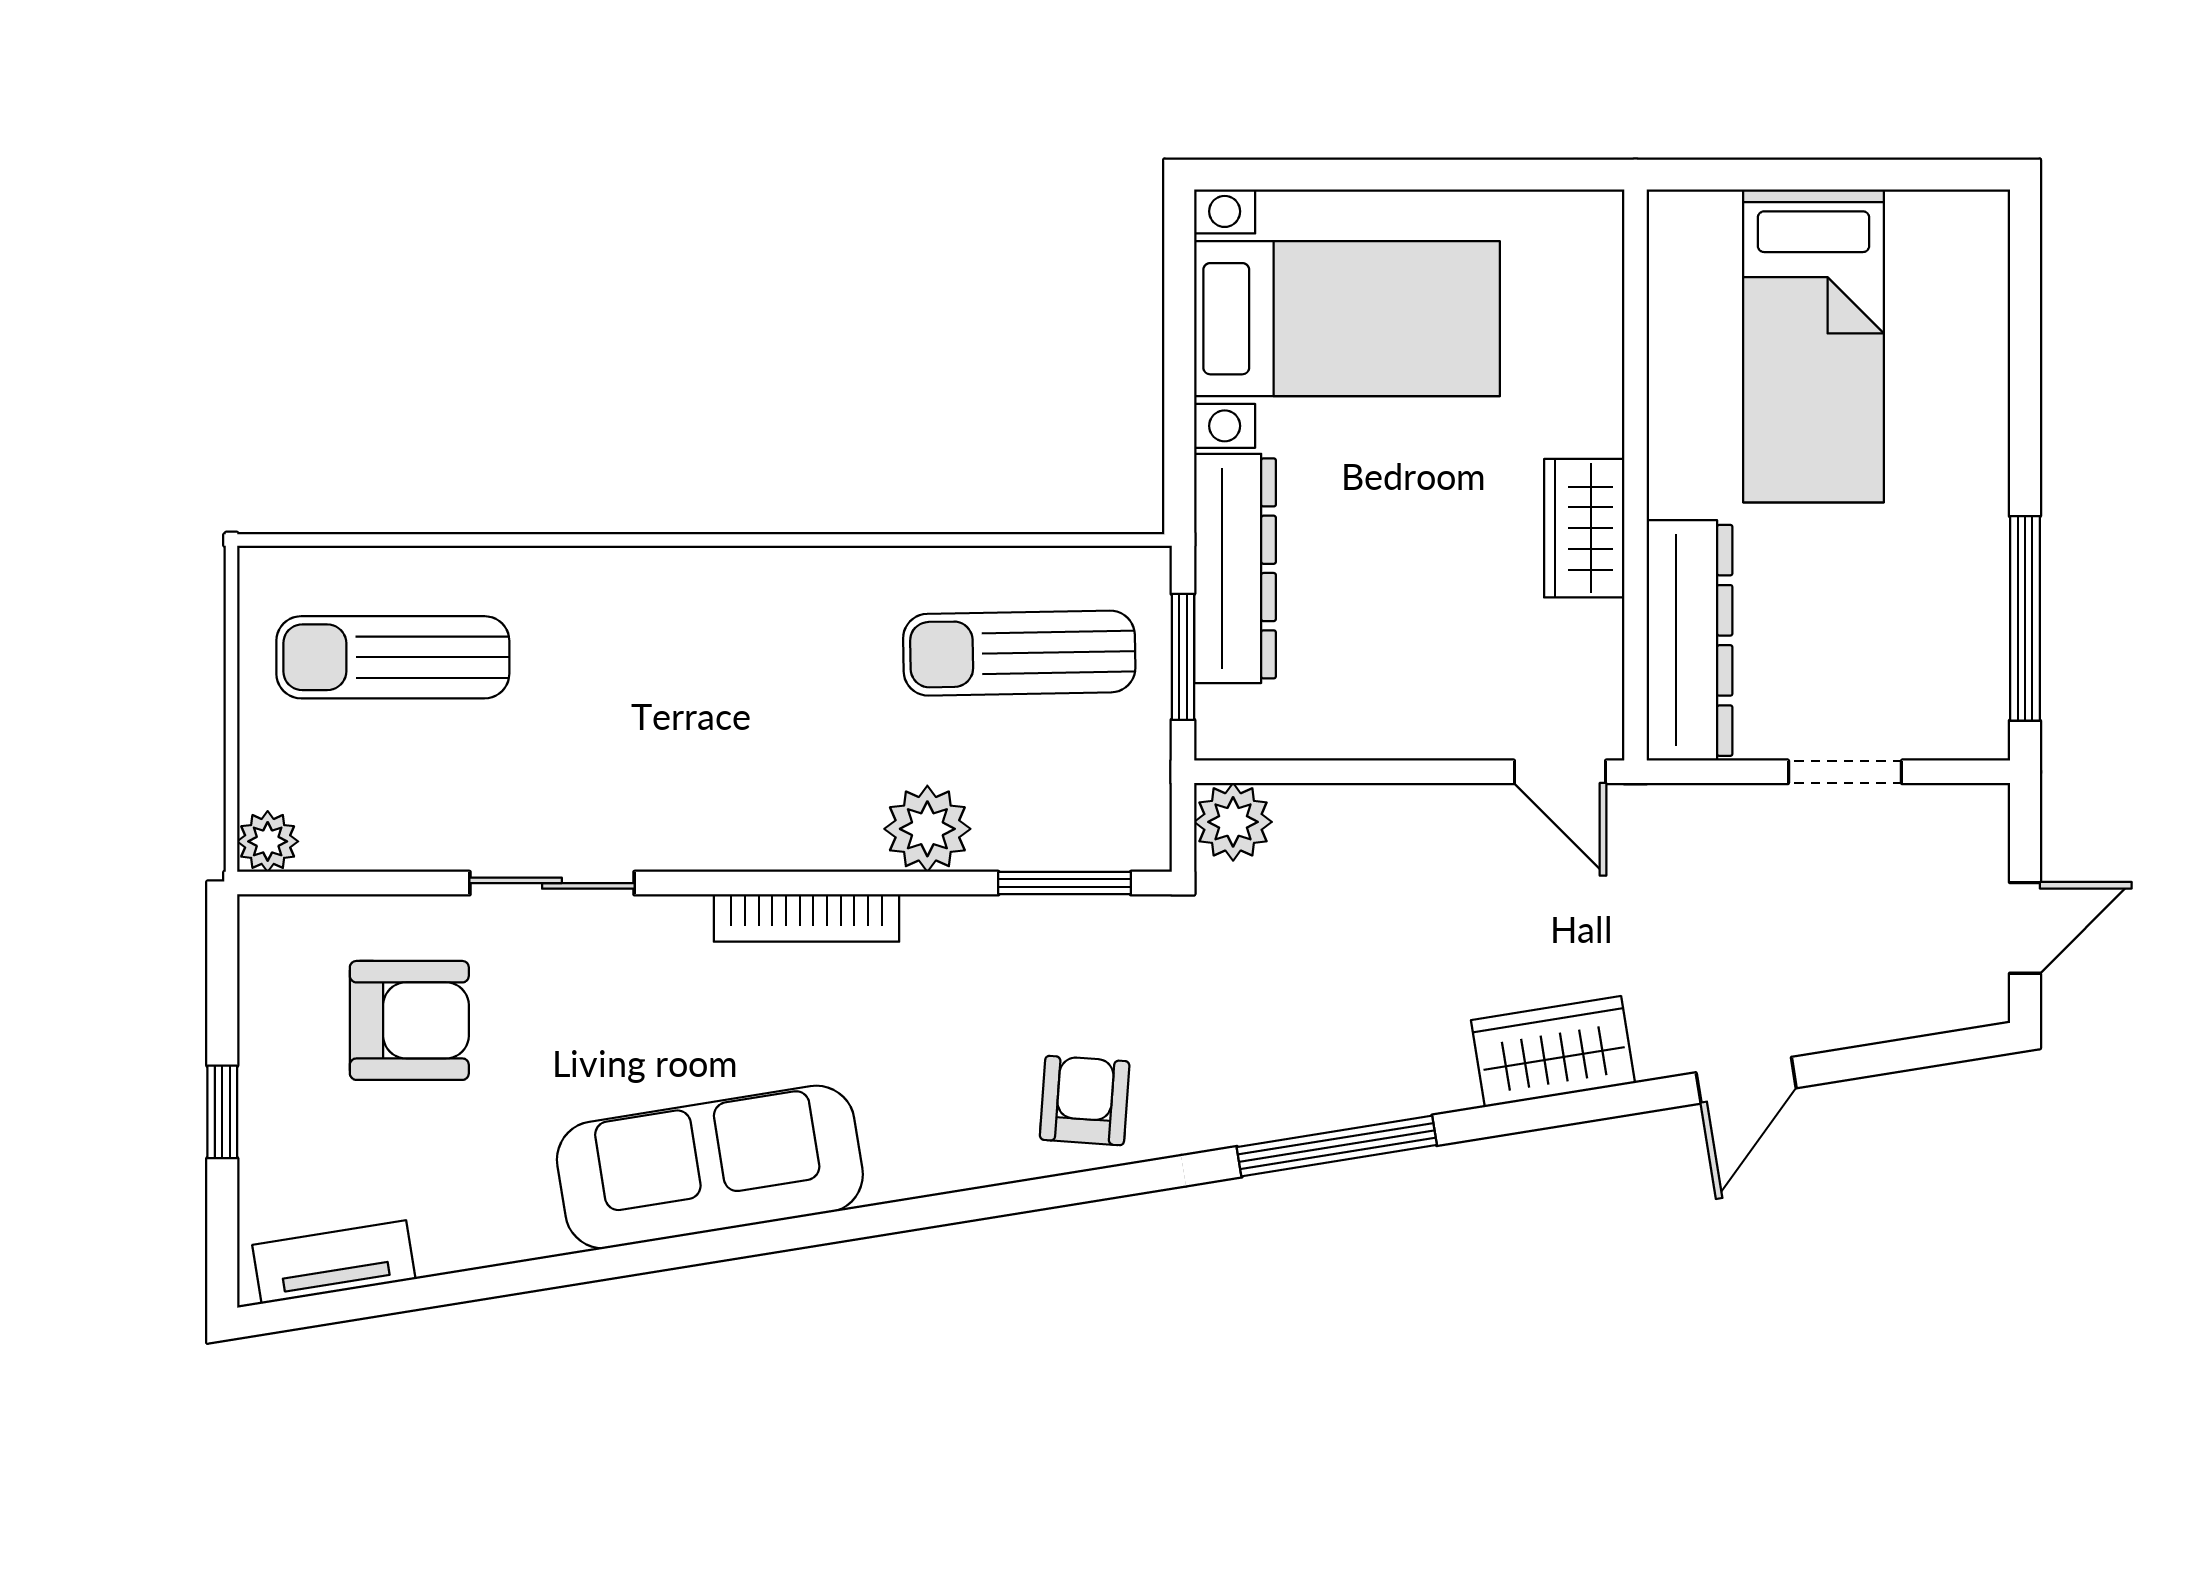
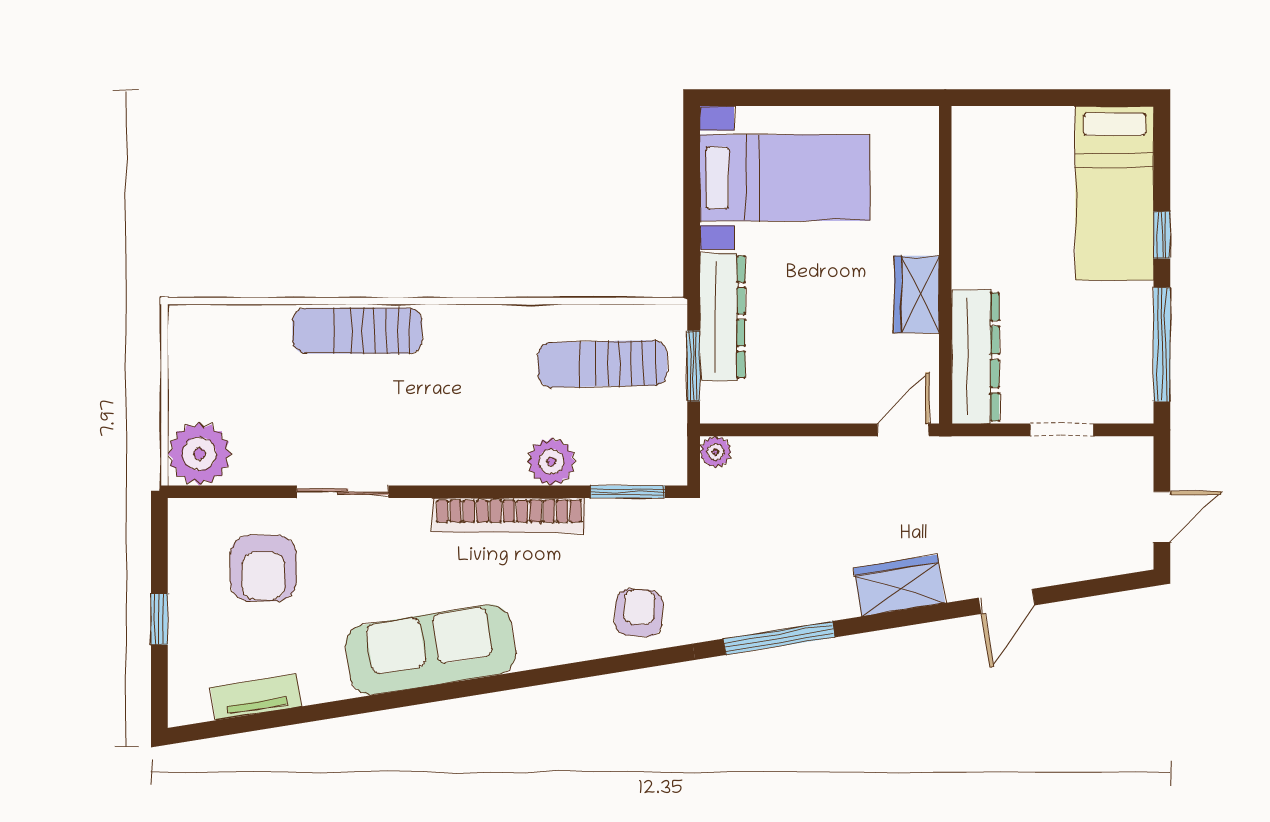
bed: (1814, 346) -> (1114, 193), moved
window: (2025, 421) -> (1162, 235), added
sun lounger: (393, 657) -> (357, 331), moved
door: (1560, 772) -> (903, 430), swing flipped
plant: (1233, 822) -> (716, 452), width x0.73, depth x0.73
plant: (268, 841) -> (199, 454), width x1.88, depth x1.88
bookcase: (807, 918) -> (509, 515), width x1.48, depth x1.31
armchair: (409, 1020) -> (263, 568), turned 90
tv unit: (334, 1262) -> (256, 697), moved

